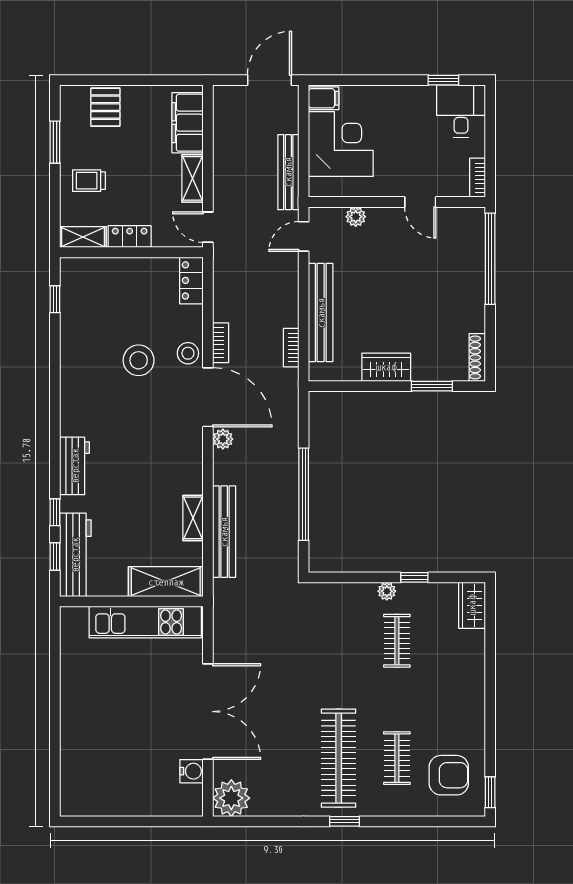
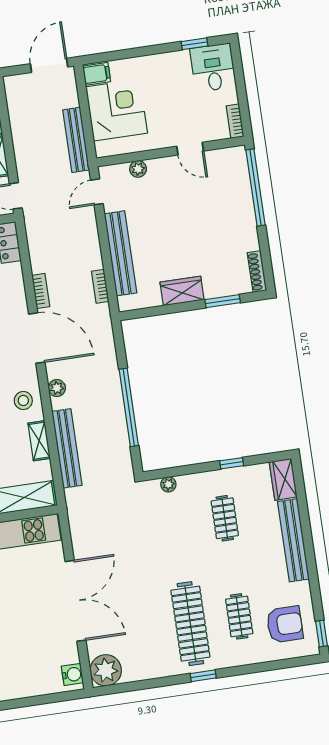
stool: (188, 353) -> (23, 400), moved
plant: (223, 439) -> (57, 388), moved
plant: (387, 591) -> (168, 484), moved
bench: (473, 678) -> (293, 540), added
water cooler: (192, 771) -> (72, 674), moved

